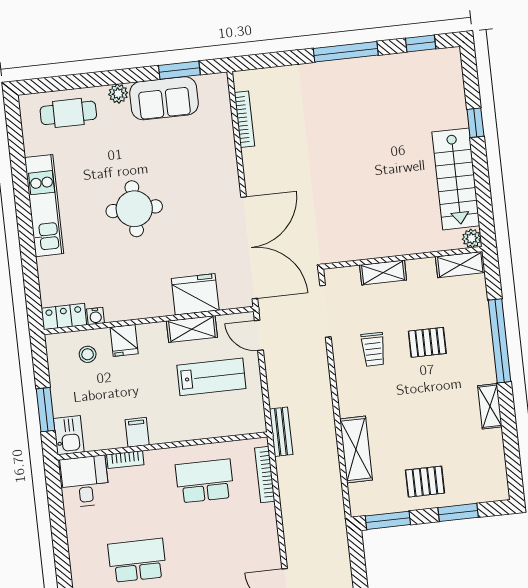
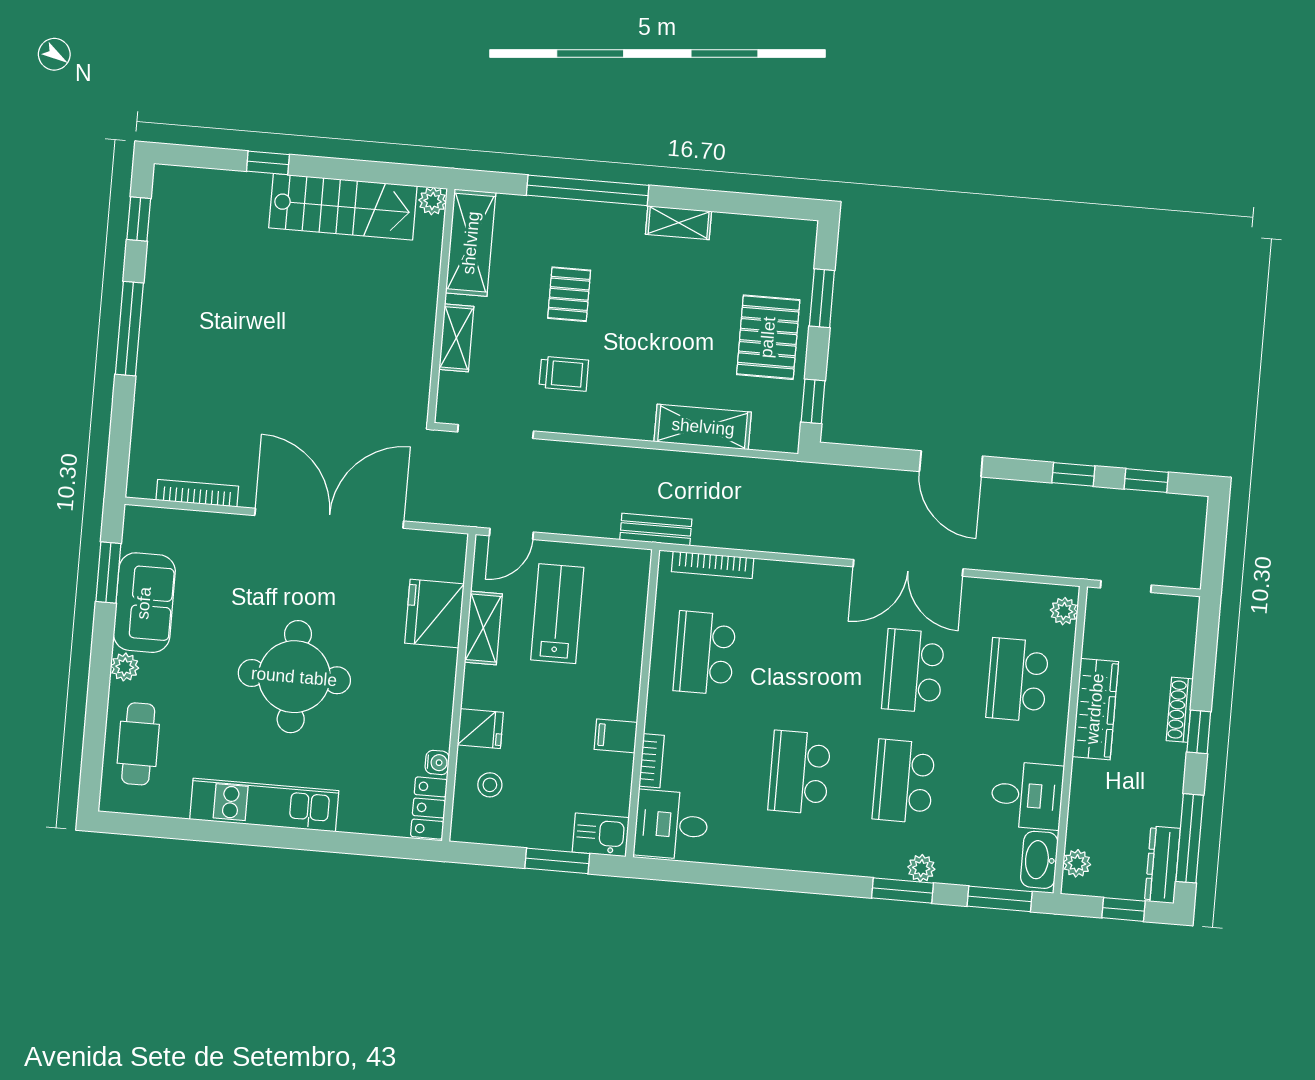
round table: (134, 209) -> (294, 677), width x1.36, depth x1.36
double door: (249, 248) -> (329, 518), moved
shelving: (460, 265) -> (471, 243), width x1.50, depth x1.33
pallet: (425, 482) -> (768, 337), width x1.50, depth x1.42
window: (388, 520) -> (813, 401), width x0.67

